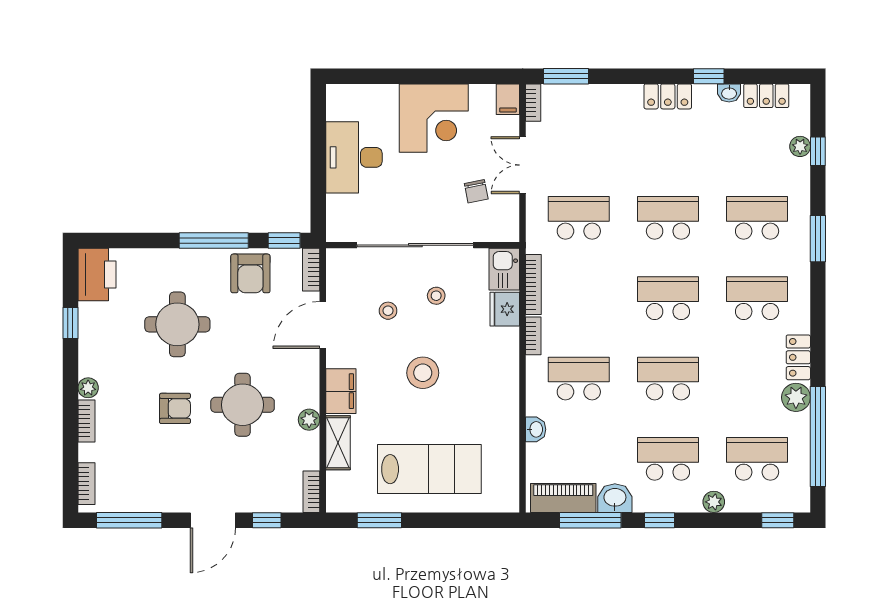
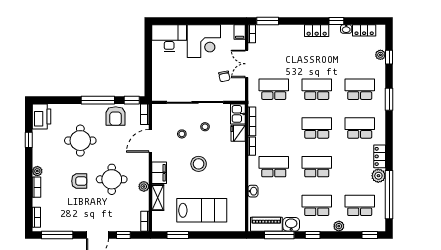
desk: (354, 157) -> (169, 38), moved, turned 90

